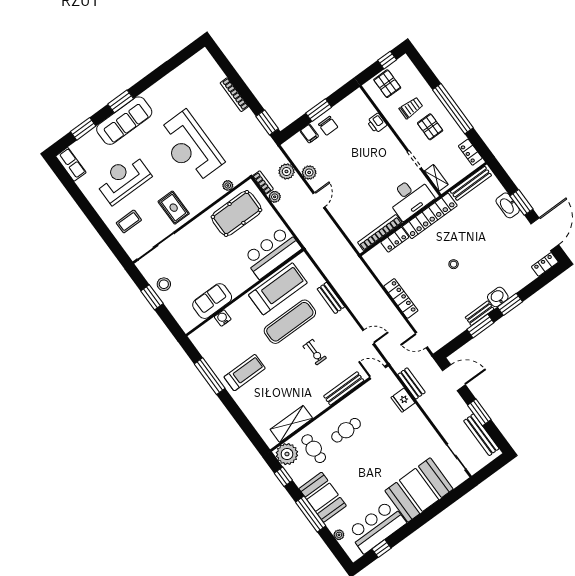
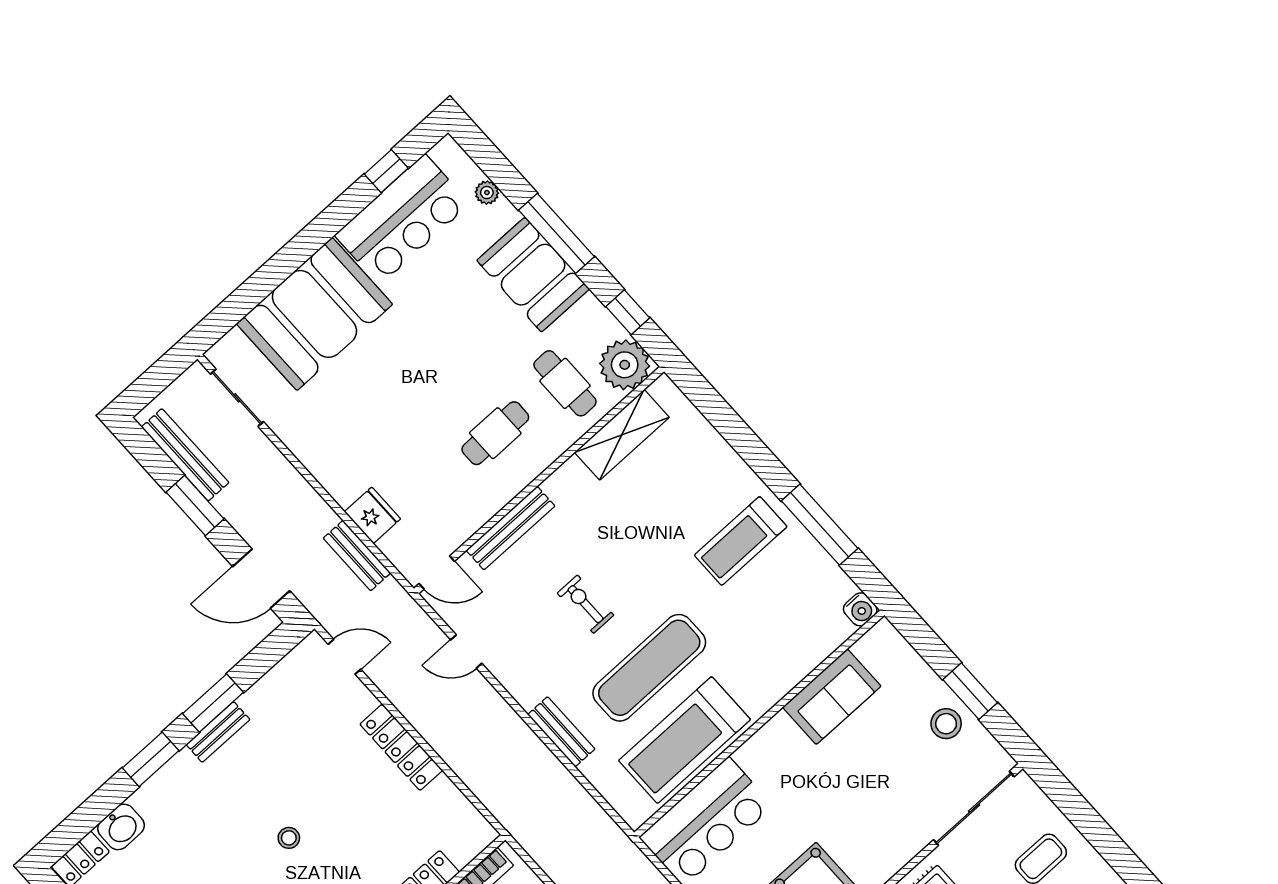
washbasin: (498, 297) -> (121, 827), moved
water cooler: (223, 318) -> (860, 609), moved

